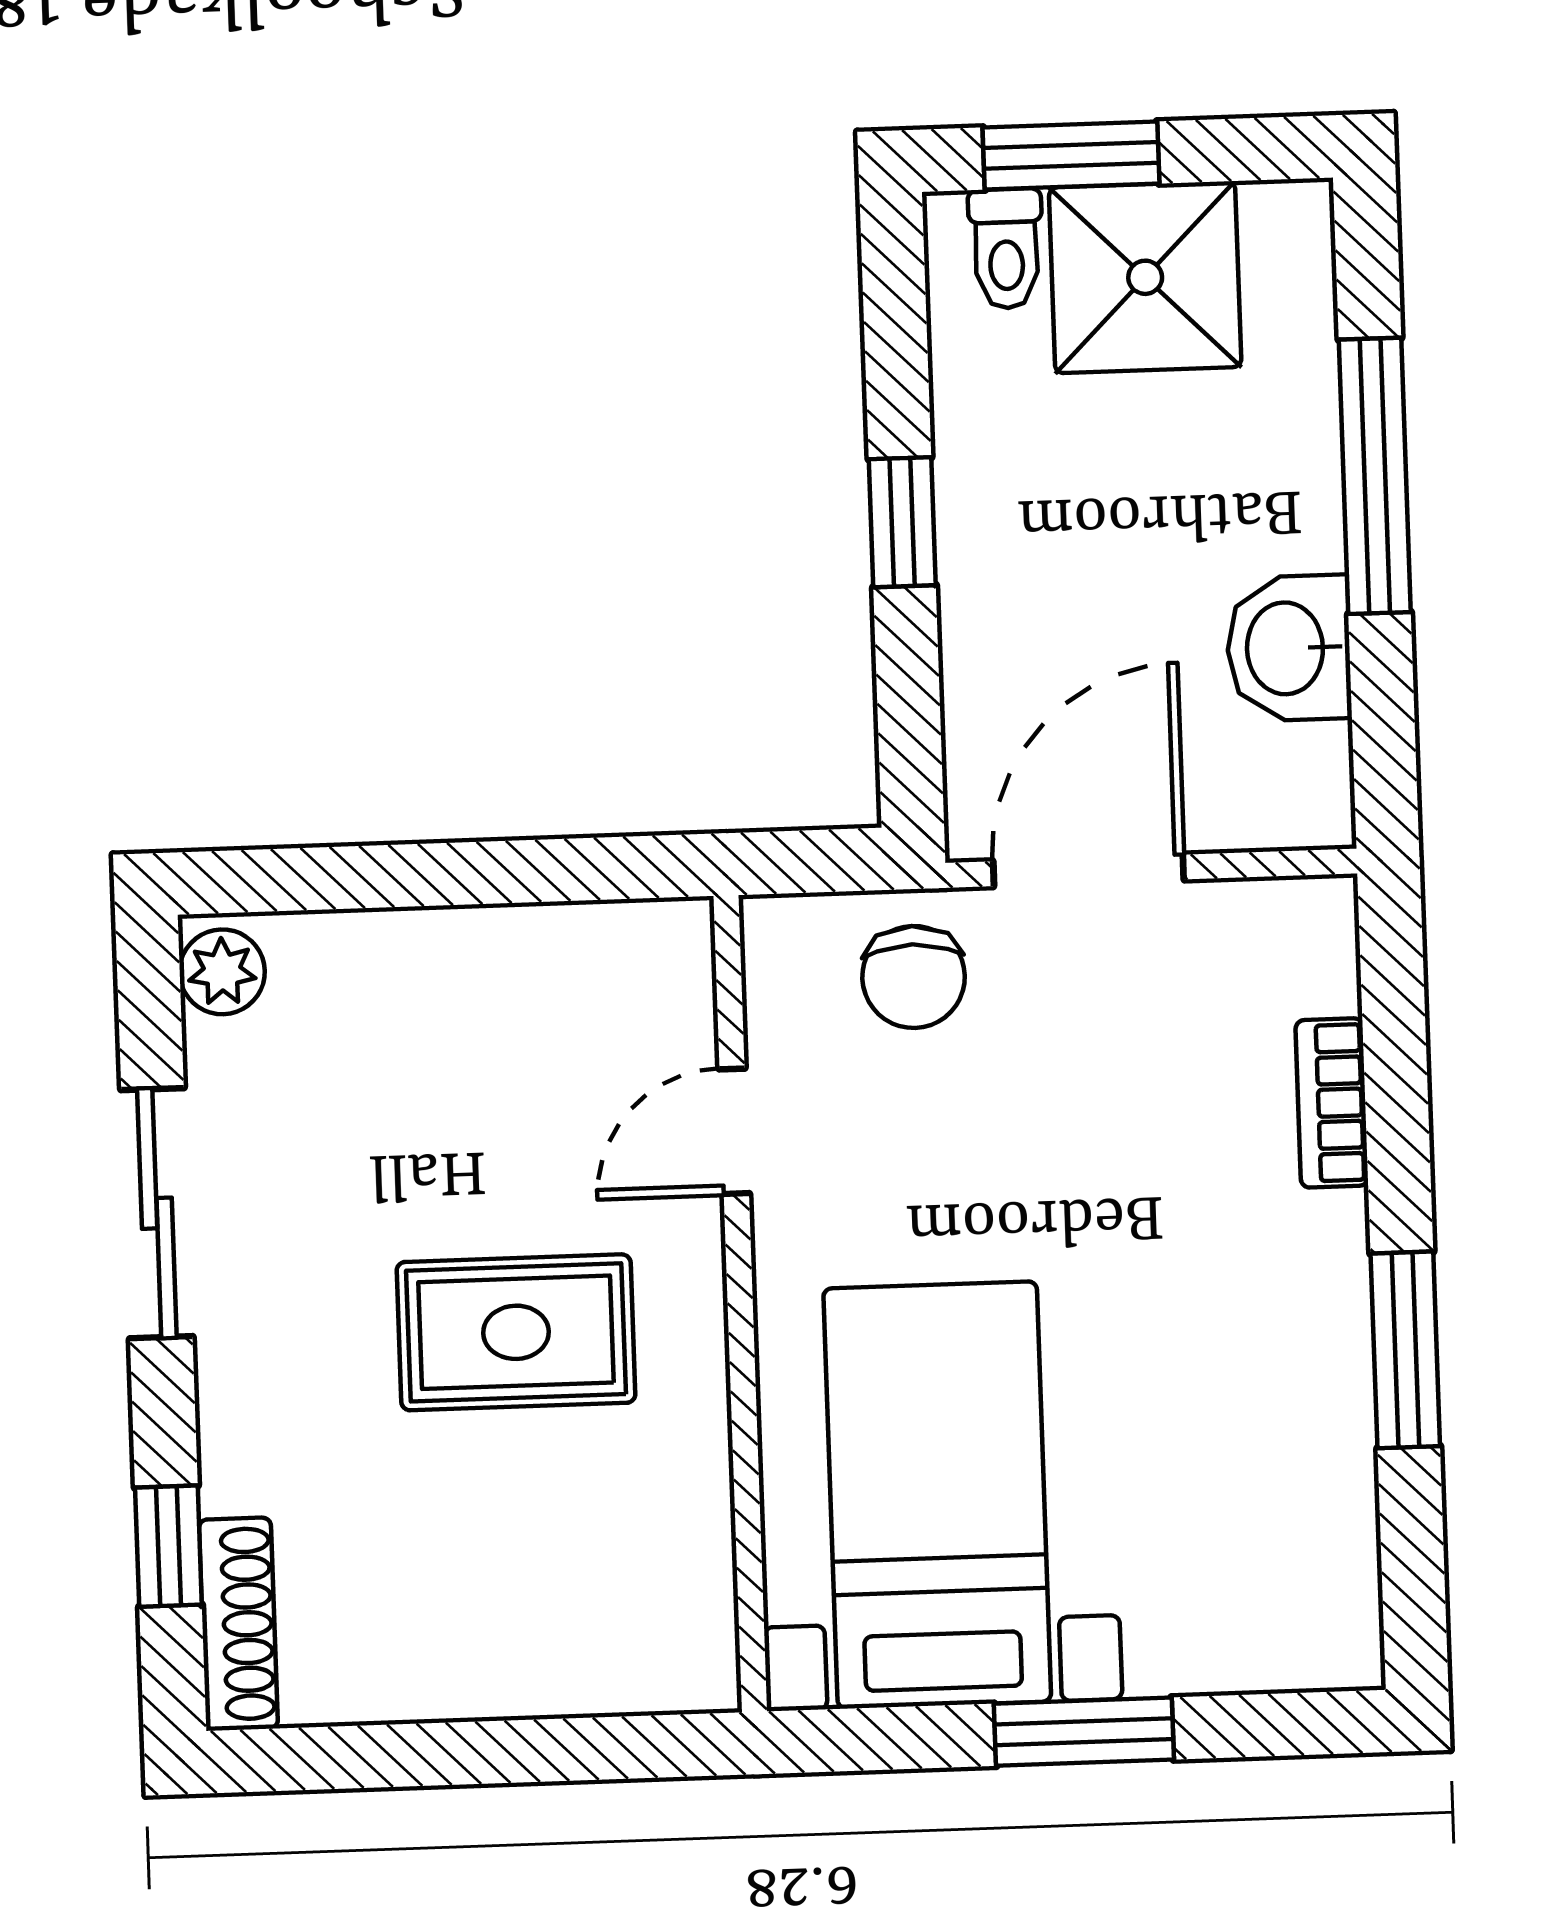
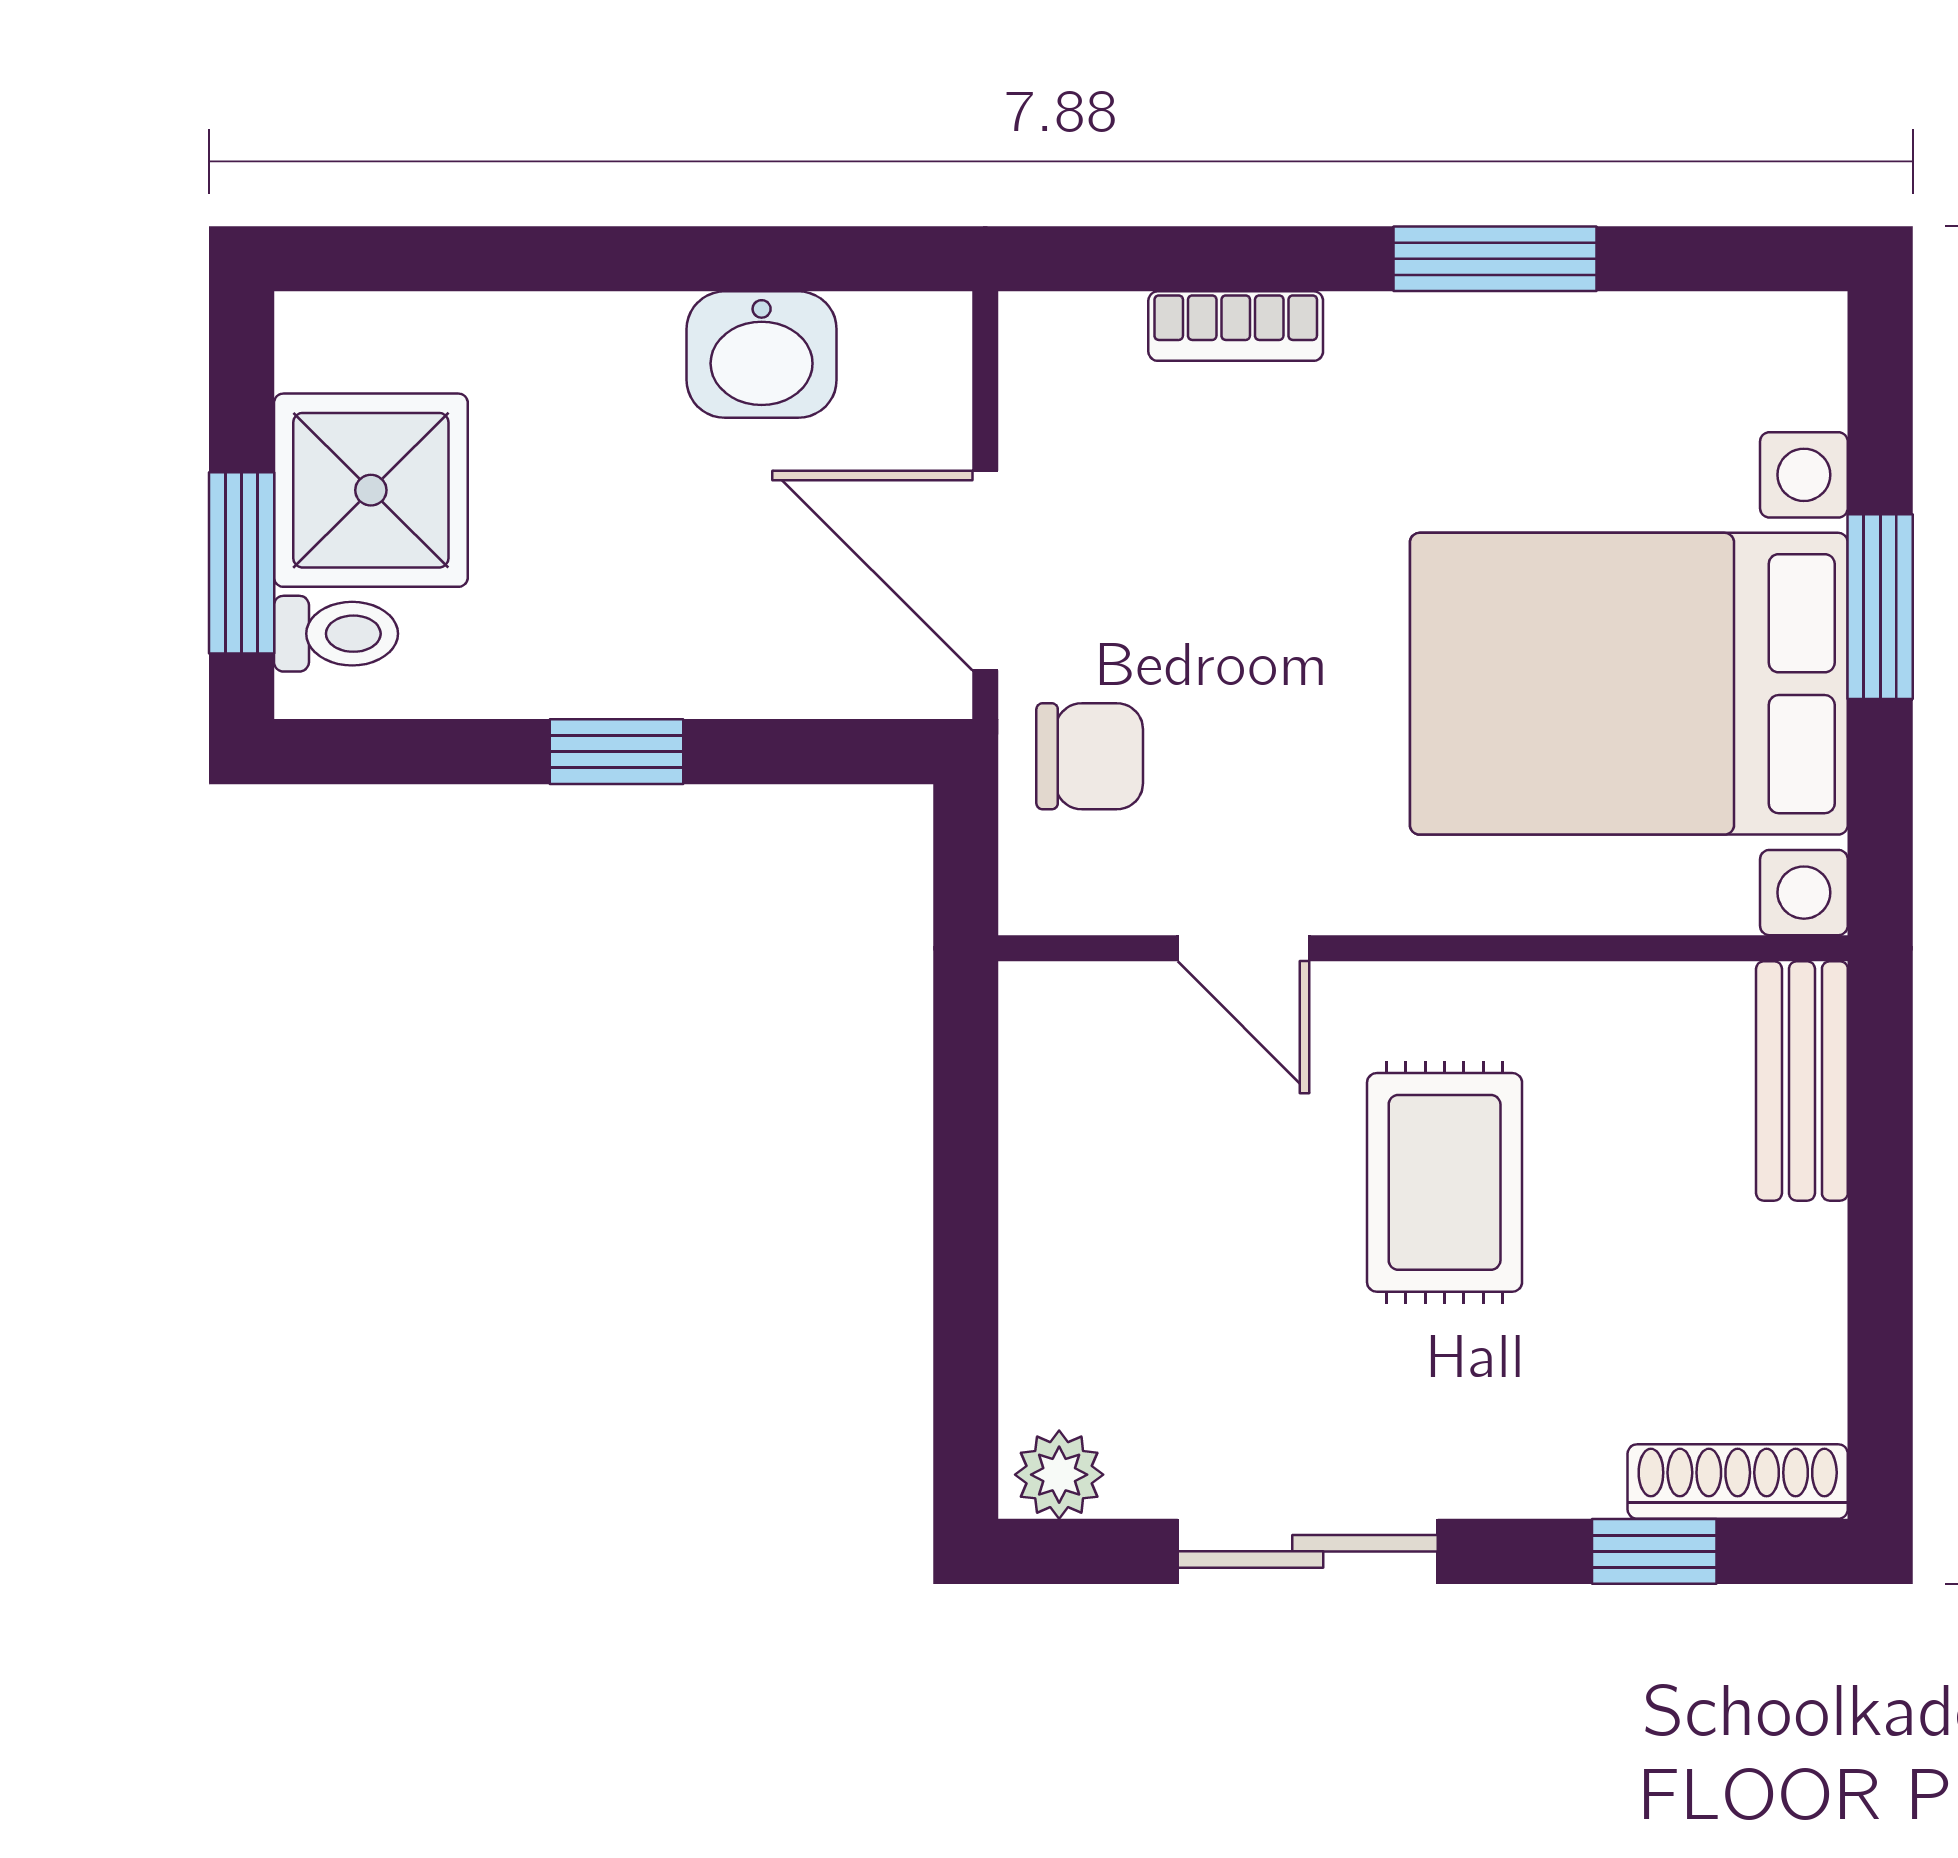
window: (1375, 476) -> (586, 259), removed
bed with nightstands: (937, 1495) -> (1629, 684), width x1.36
bench: (625, 1672) -> (1802, 1081), added

